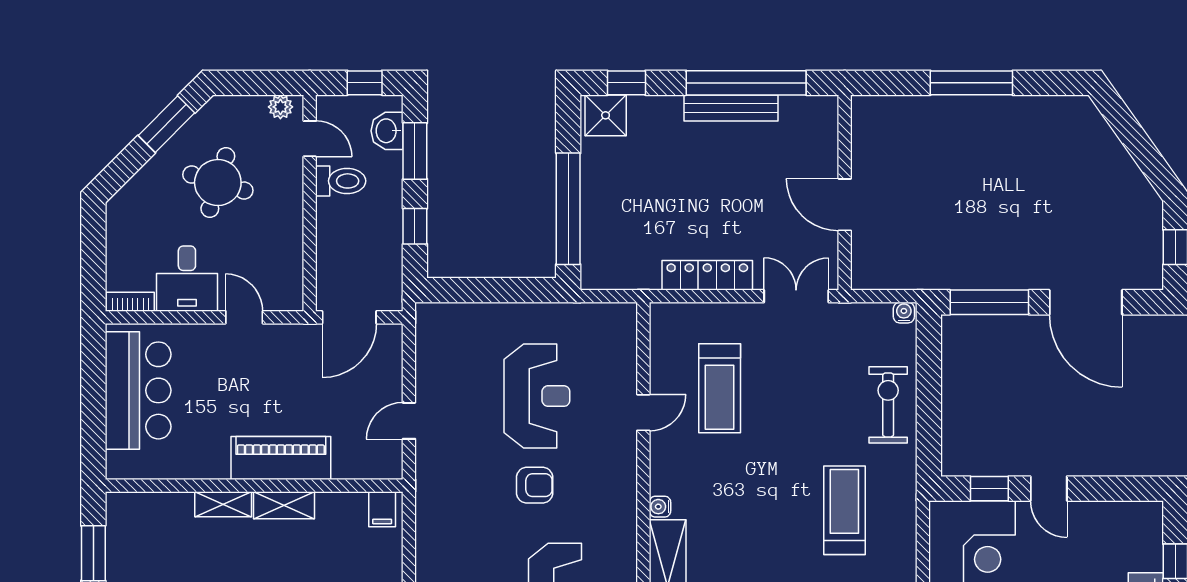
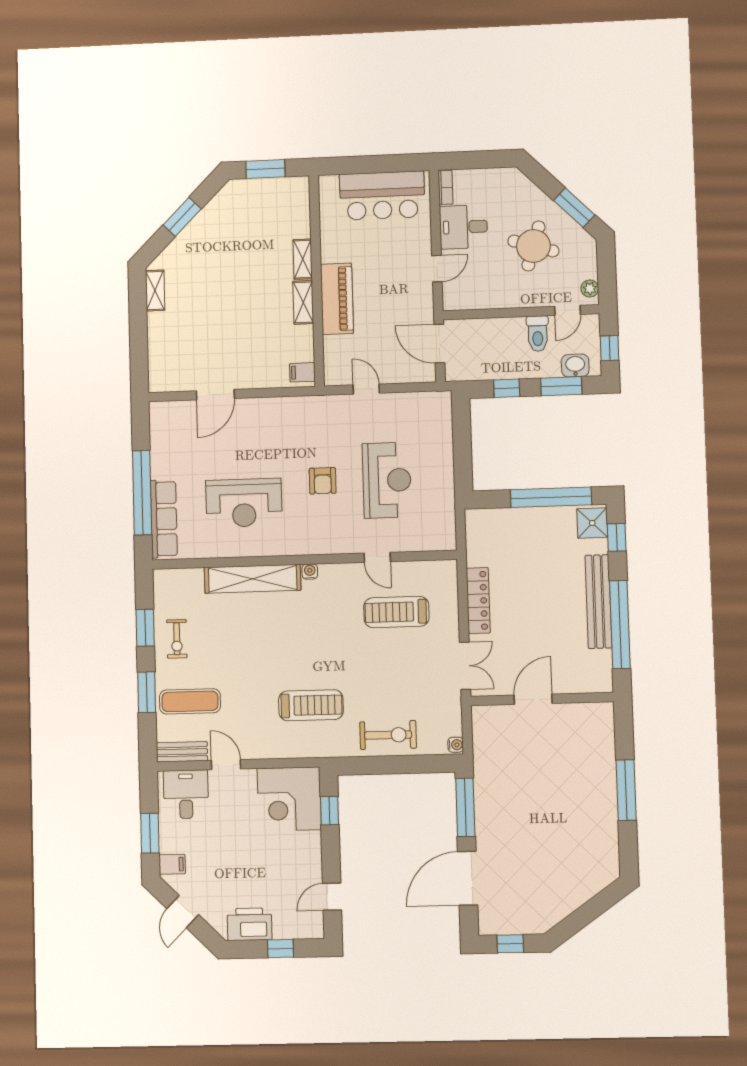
bench: (731, 108) -> (598, 602), width x1.37, depth x1.21
window: (568, 209) -> (551, 497), moved
reception desk: (537, 396) -> (387, 480), turned -90
door: (1049, 489) -> (332, 897), moved

